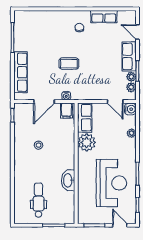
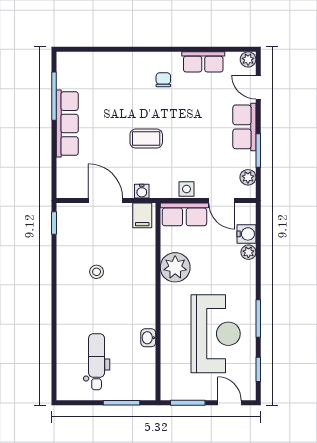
row of seats: (21, 72) -> (67, 124), moved
plant: (131, 77) -> (248, 59), moved
side table: (94, 94) -> (187, 189), added
door: (44, 101) -> (106, 201), swing flipped
water cooler: (130, 109) -> (246, 234), moved
row of seats: (85, 118) -> (184, 214), moved, turned 90
washbasin: (68, 180) -> (148, 338), width x0.52, depth x0.69

